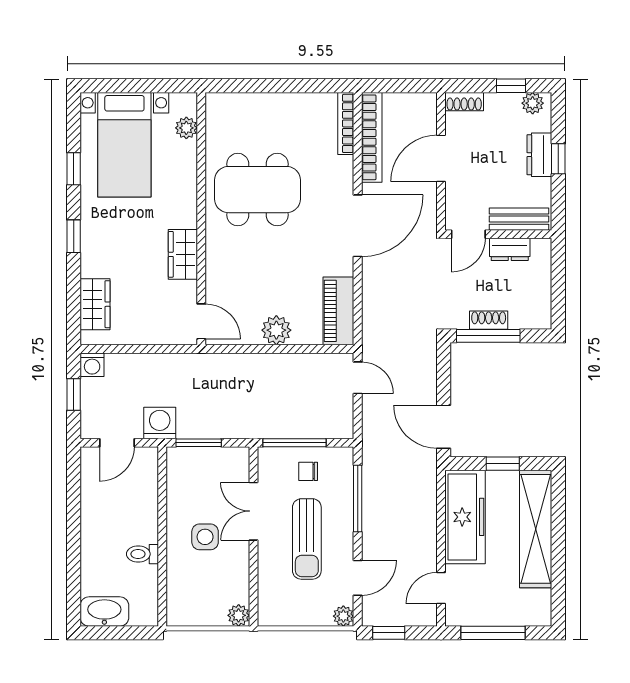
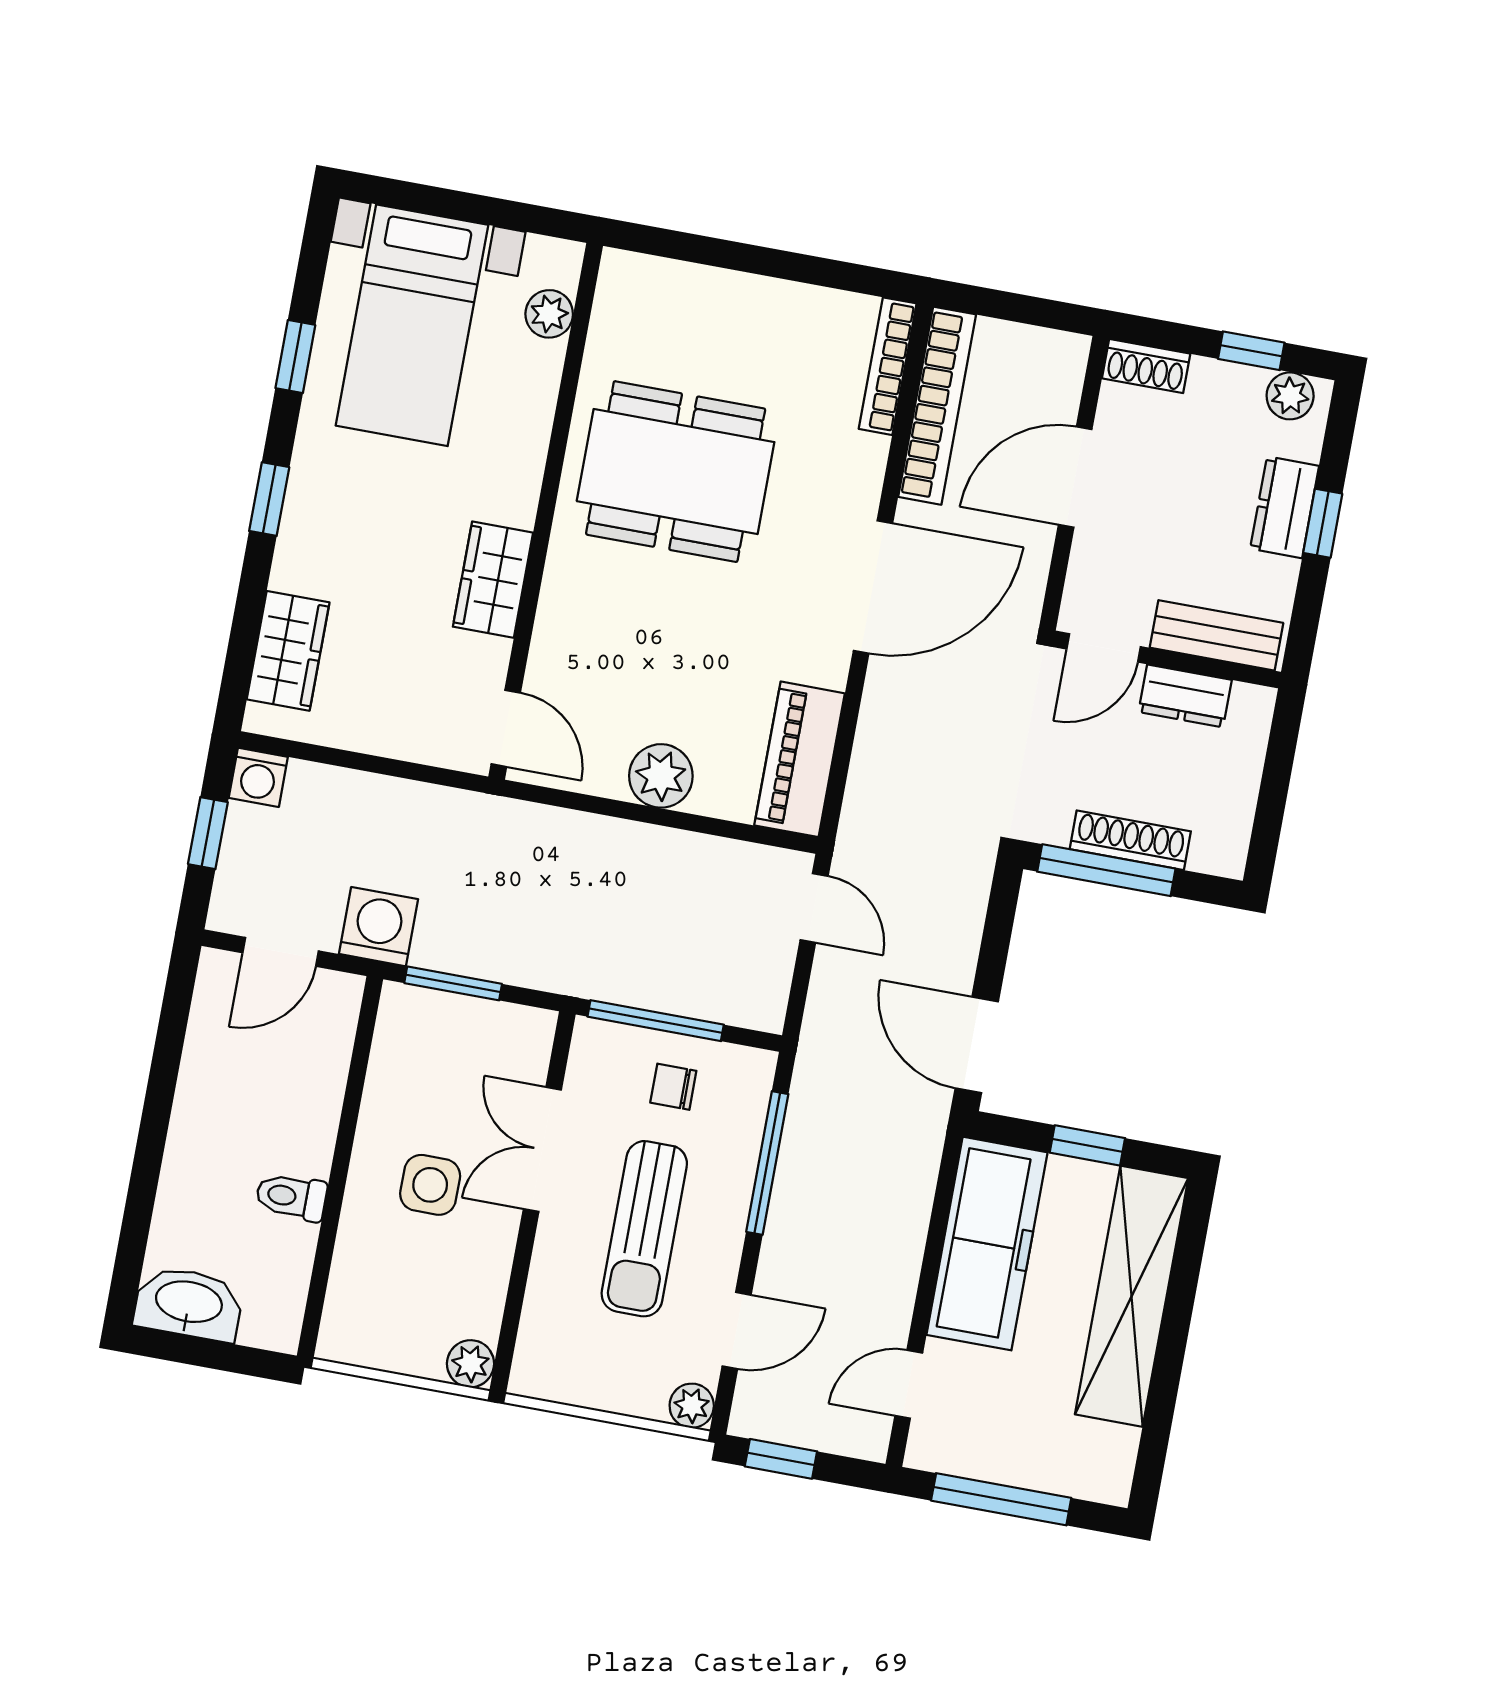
shoe rack: (489, 320) -> (1130, 840), width x1.43

